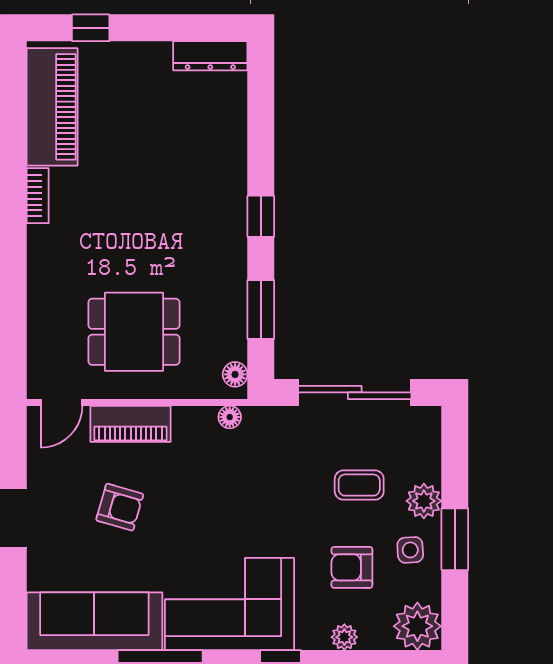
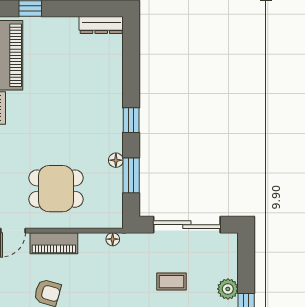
floor lamp: (235, 374) -> (116, 160), moved
coffee table: (359, 485) -> (172, 282), moved

